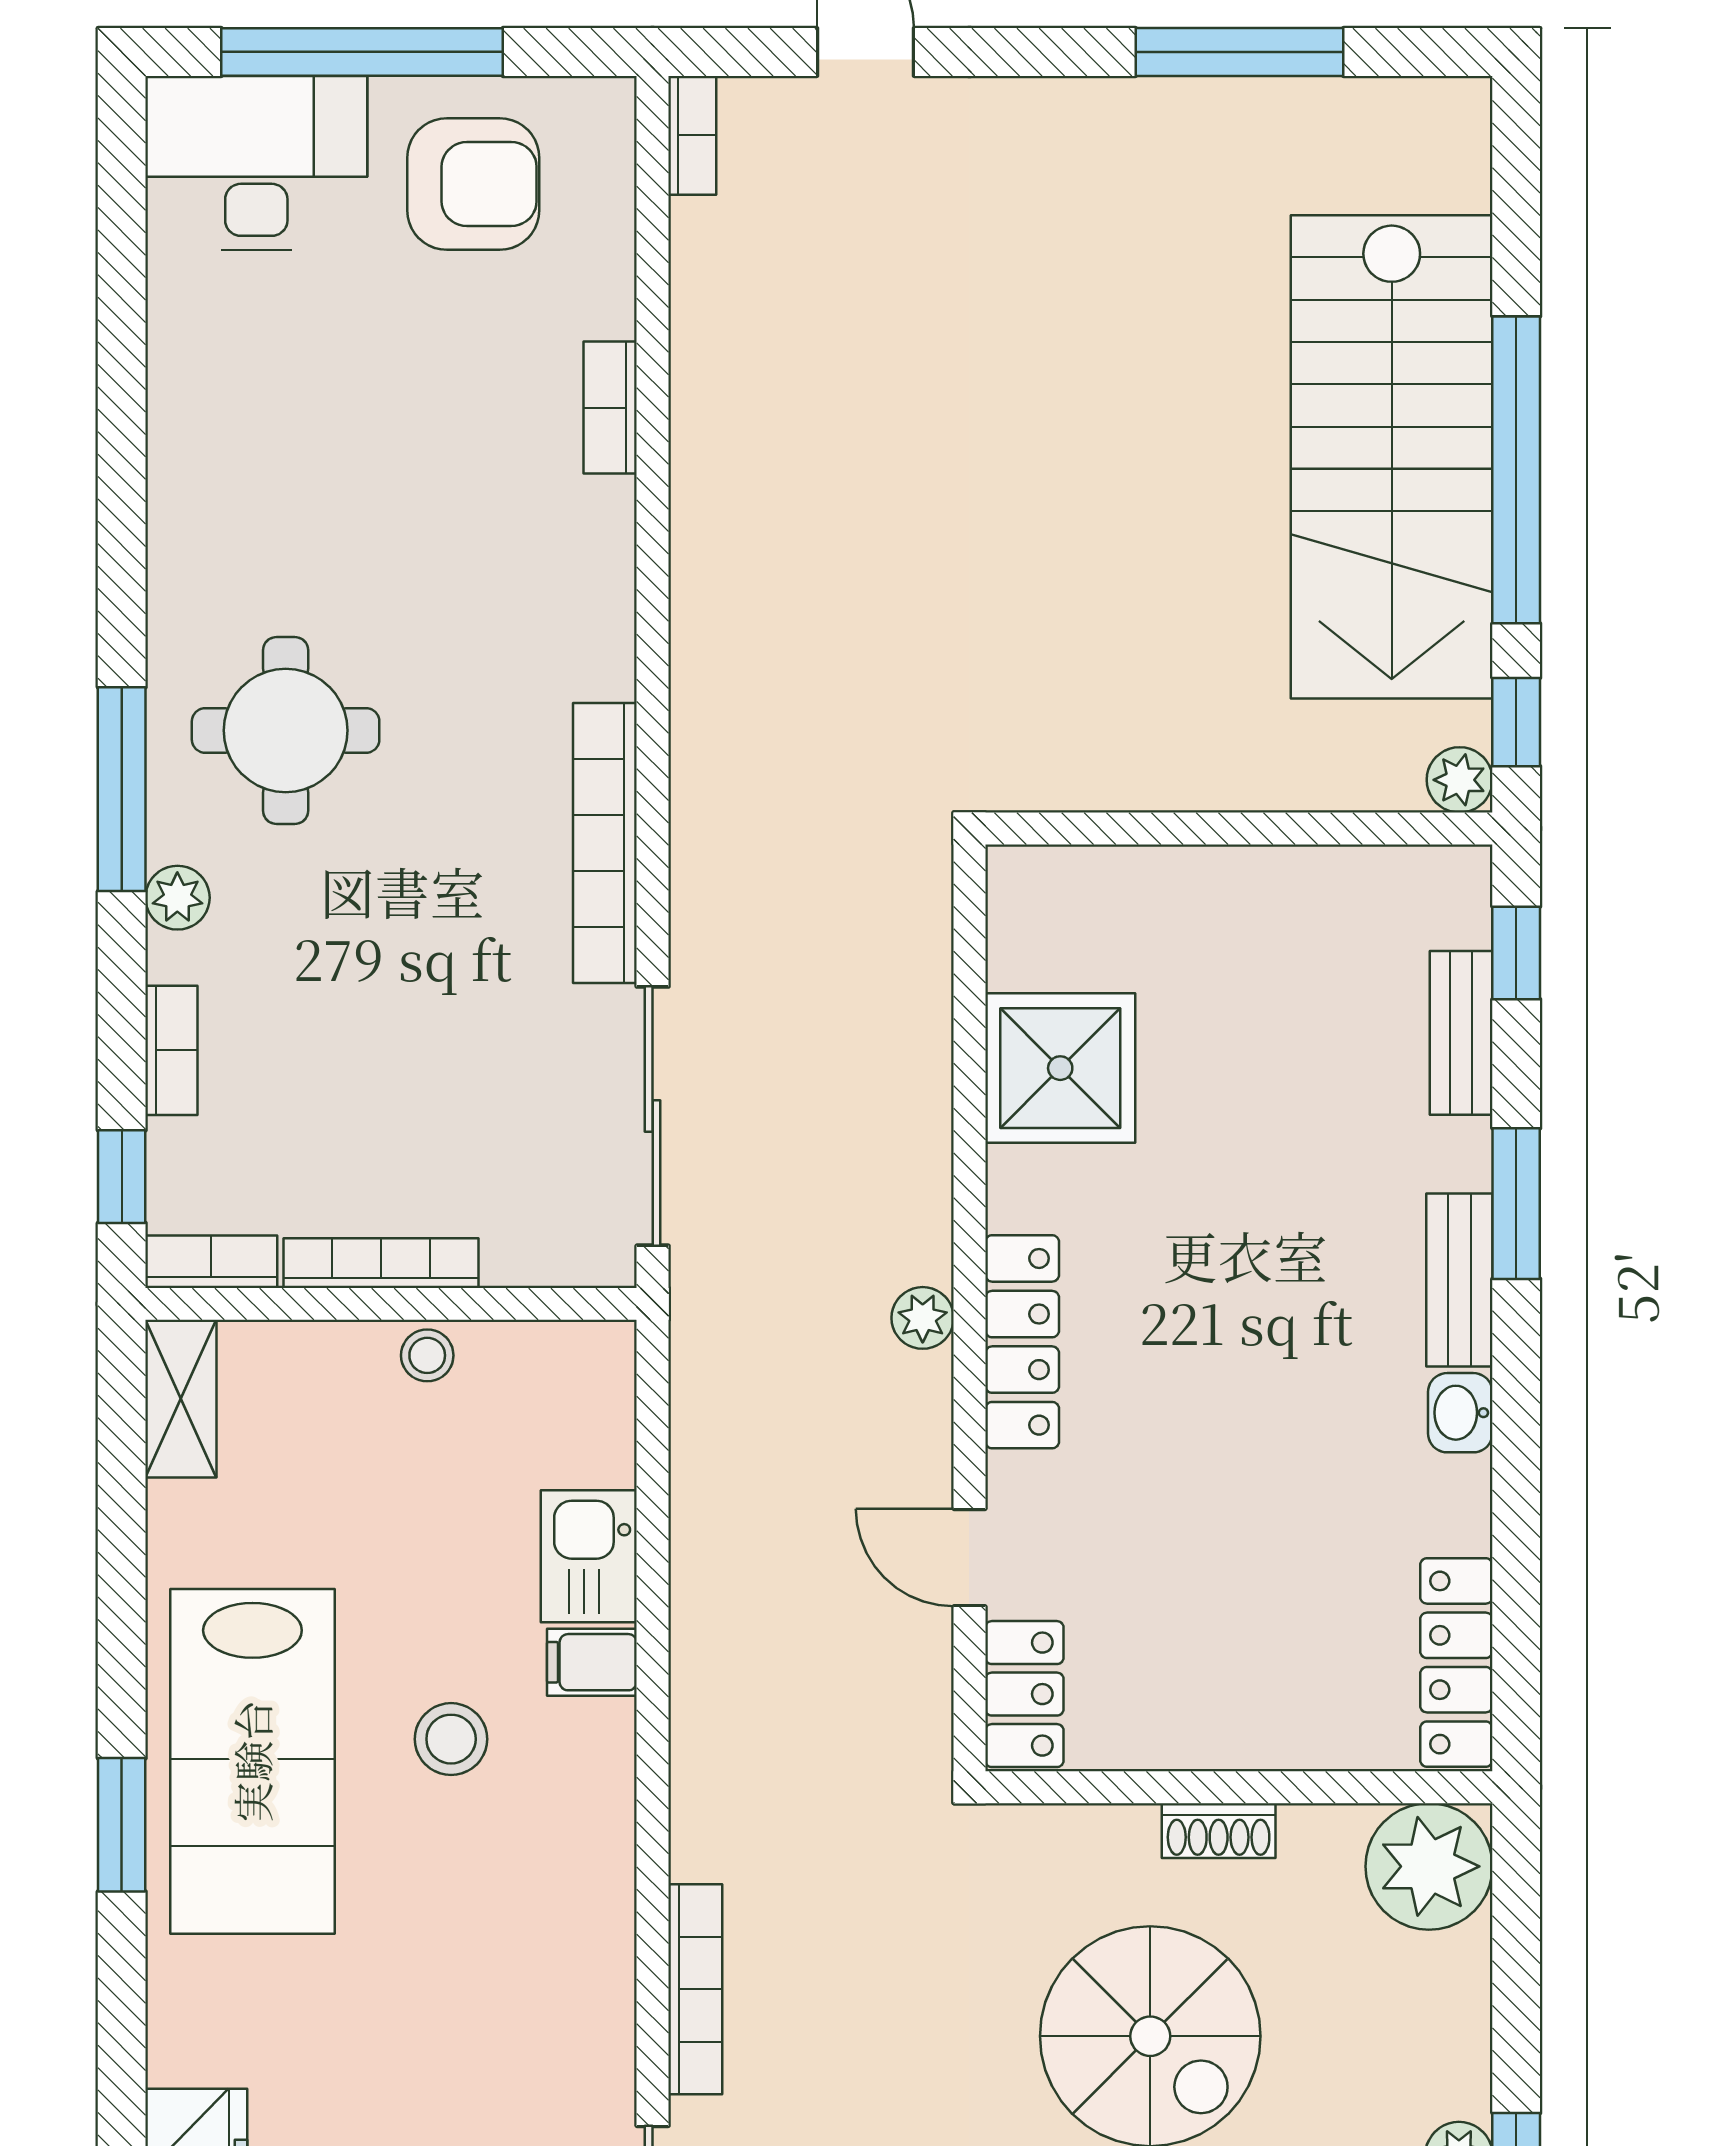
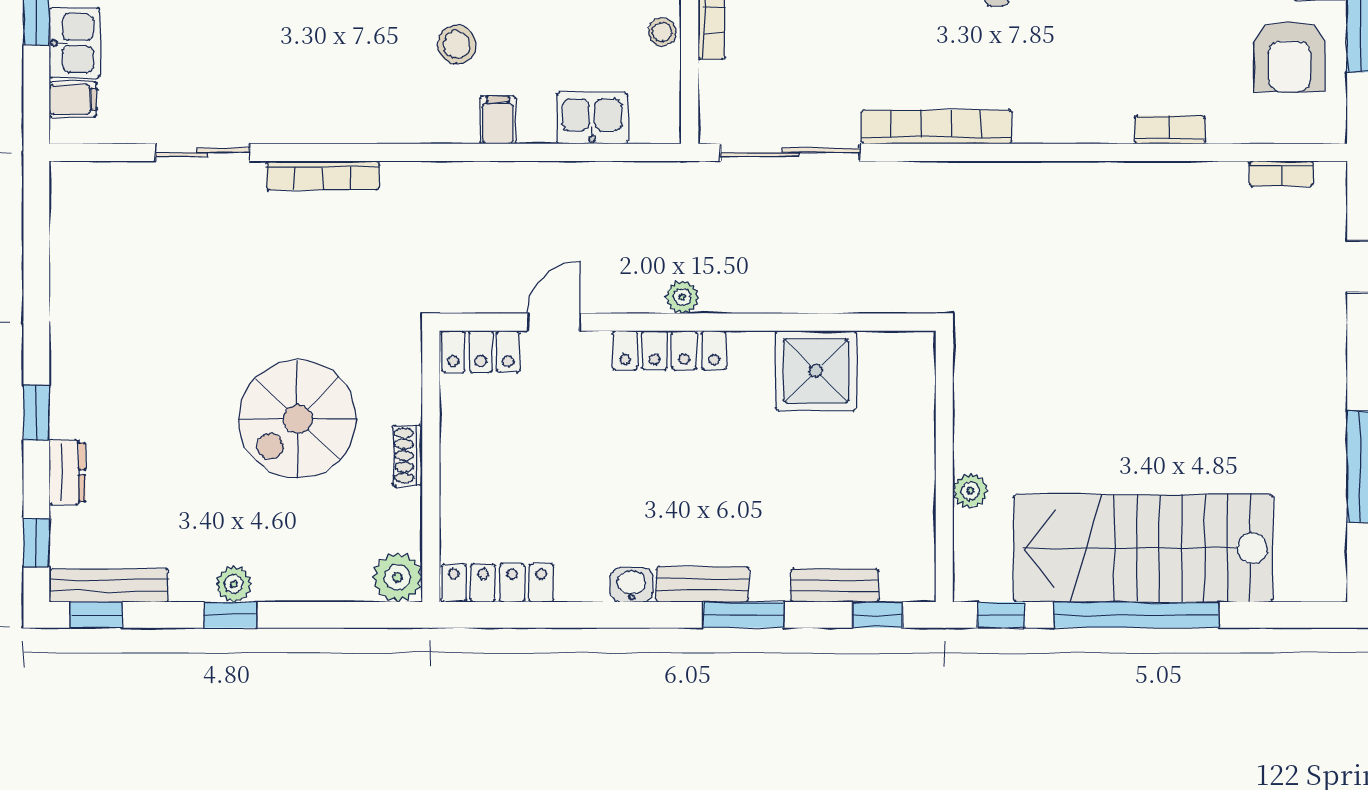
bookcase: (692, 135) -> (1281, 174), moved
plant: (1460, 780) -> (970, 491), moved
kitchen sink: (589, 1556) -> (592, 118), moved
plant: (1429, 1866) -> (397, 577), width x0.73, depth x0.73

